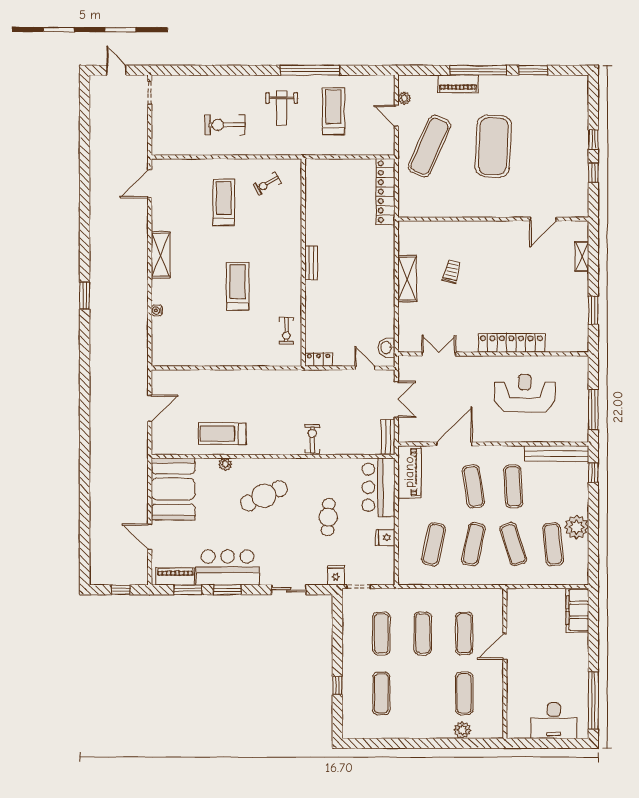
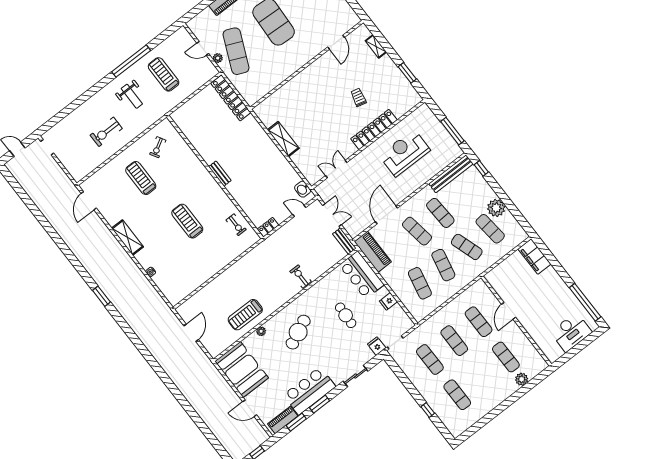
plant: (404, 98) -> (218, 58), moved
trolley: (452, 272) -> (359, 97), moved

